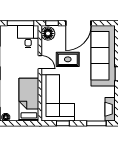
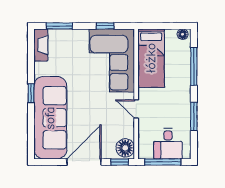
desk: (28, 37) -> (168, 144), moved
rug: (68, 59) -> (98, 113), removed

